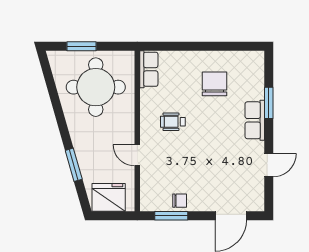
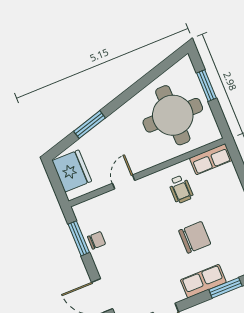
chair: (215, 84) -> (195, 237), moved
wheelchair: (173, 122) -> (181, 189), moved, turned 180
chair: (180, 201) -> (97, 240), turned -90

